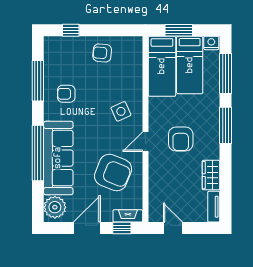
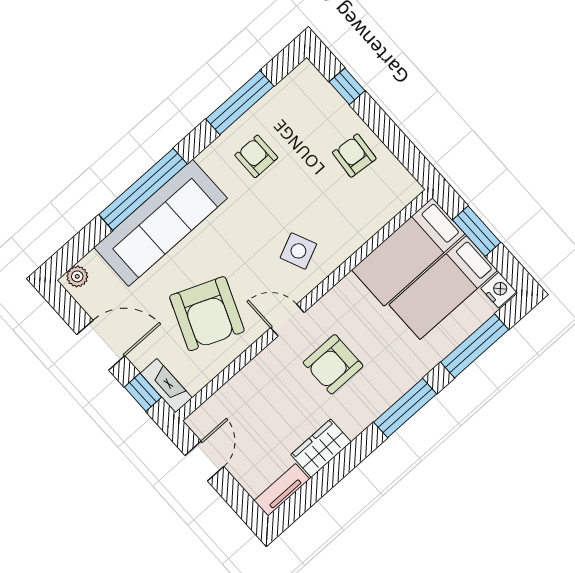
plant: (55, 207) -> (77, 276), width x0.53, depth x0.53

